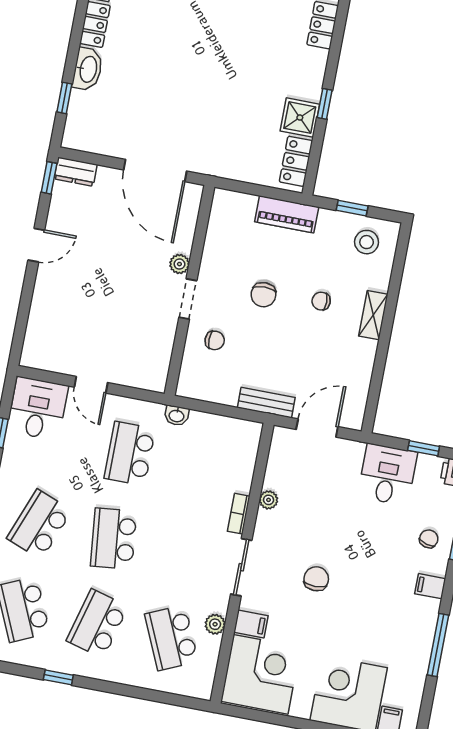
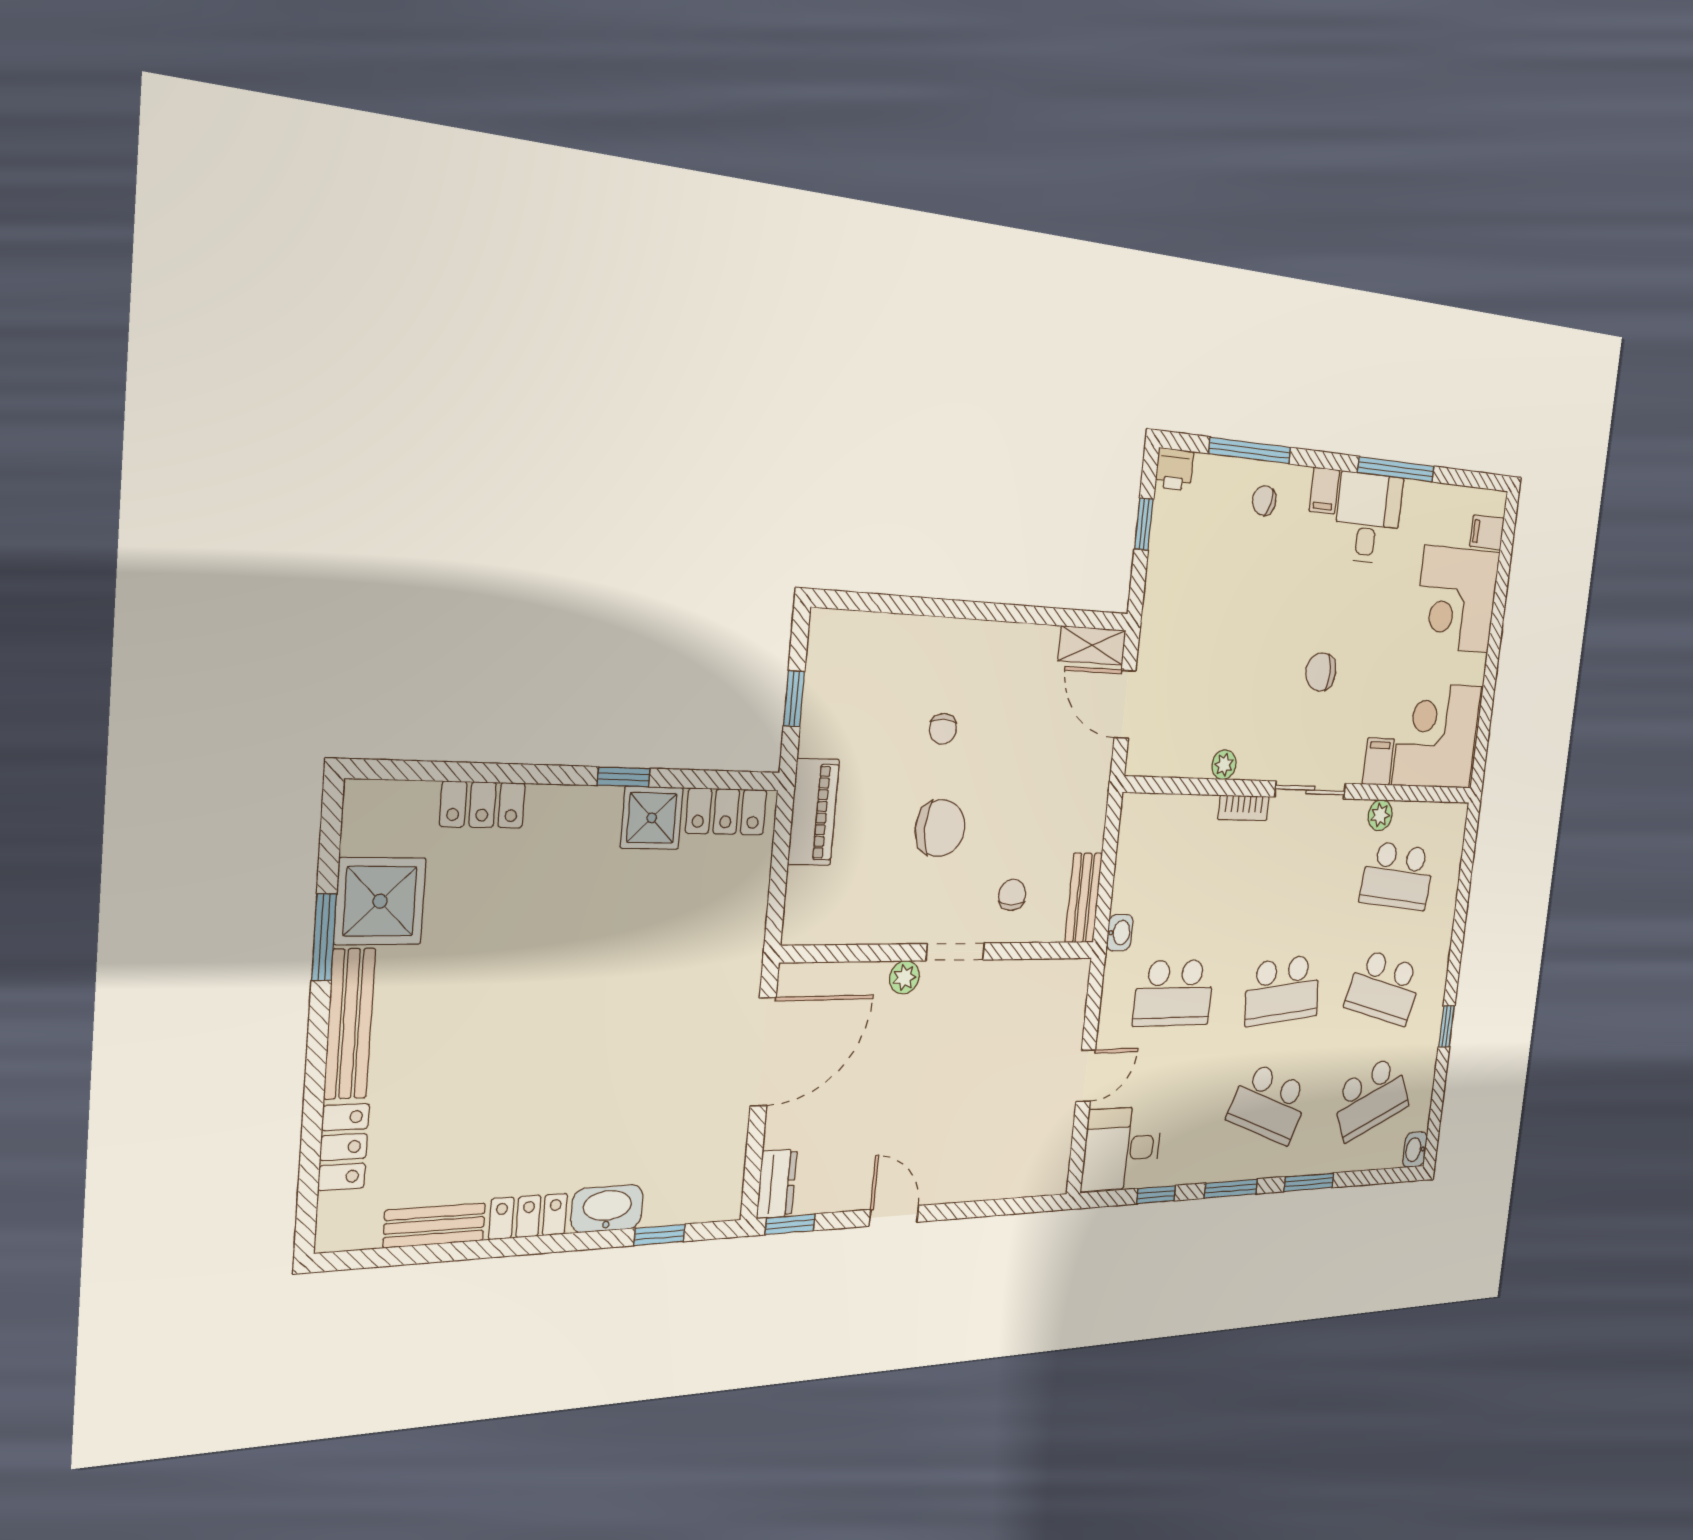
stool: (367, 242) -> (846, 665), removed
chair: (263, 295) -> (940, 828), width x1.37, depth x1.37
shelving: (373, 315) -> (1092, 645), moved
bench: (266, 403) -> (1084, 898), moved
desk: (387, 475) -> (1368, 518), moved, turned 90
school desk: (171, 638) -> (1398, 876), turned 30

